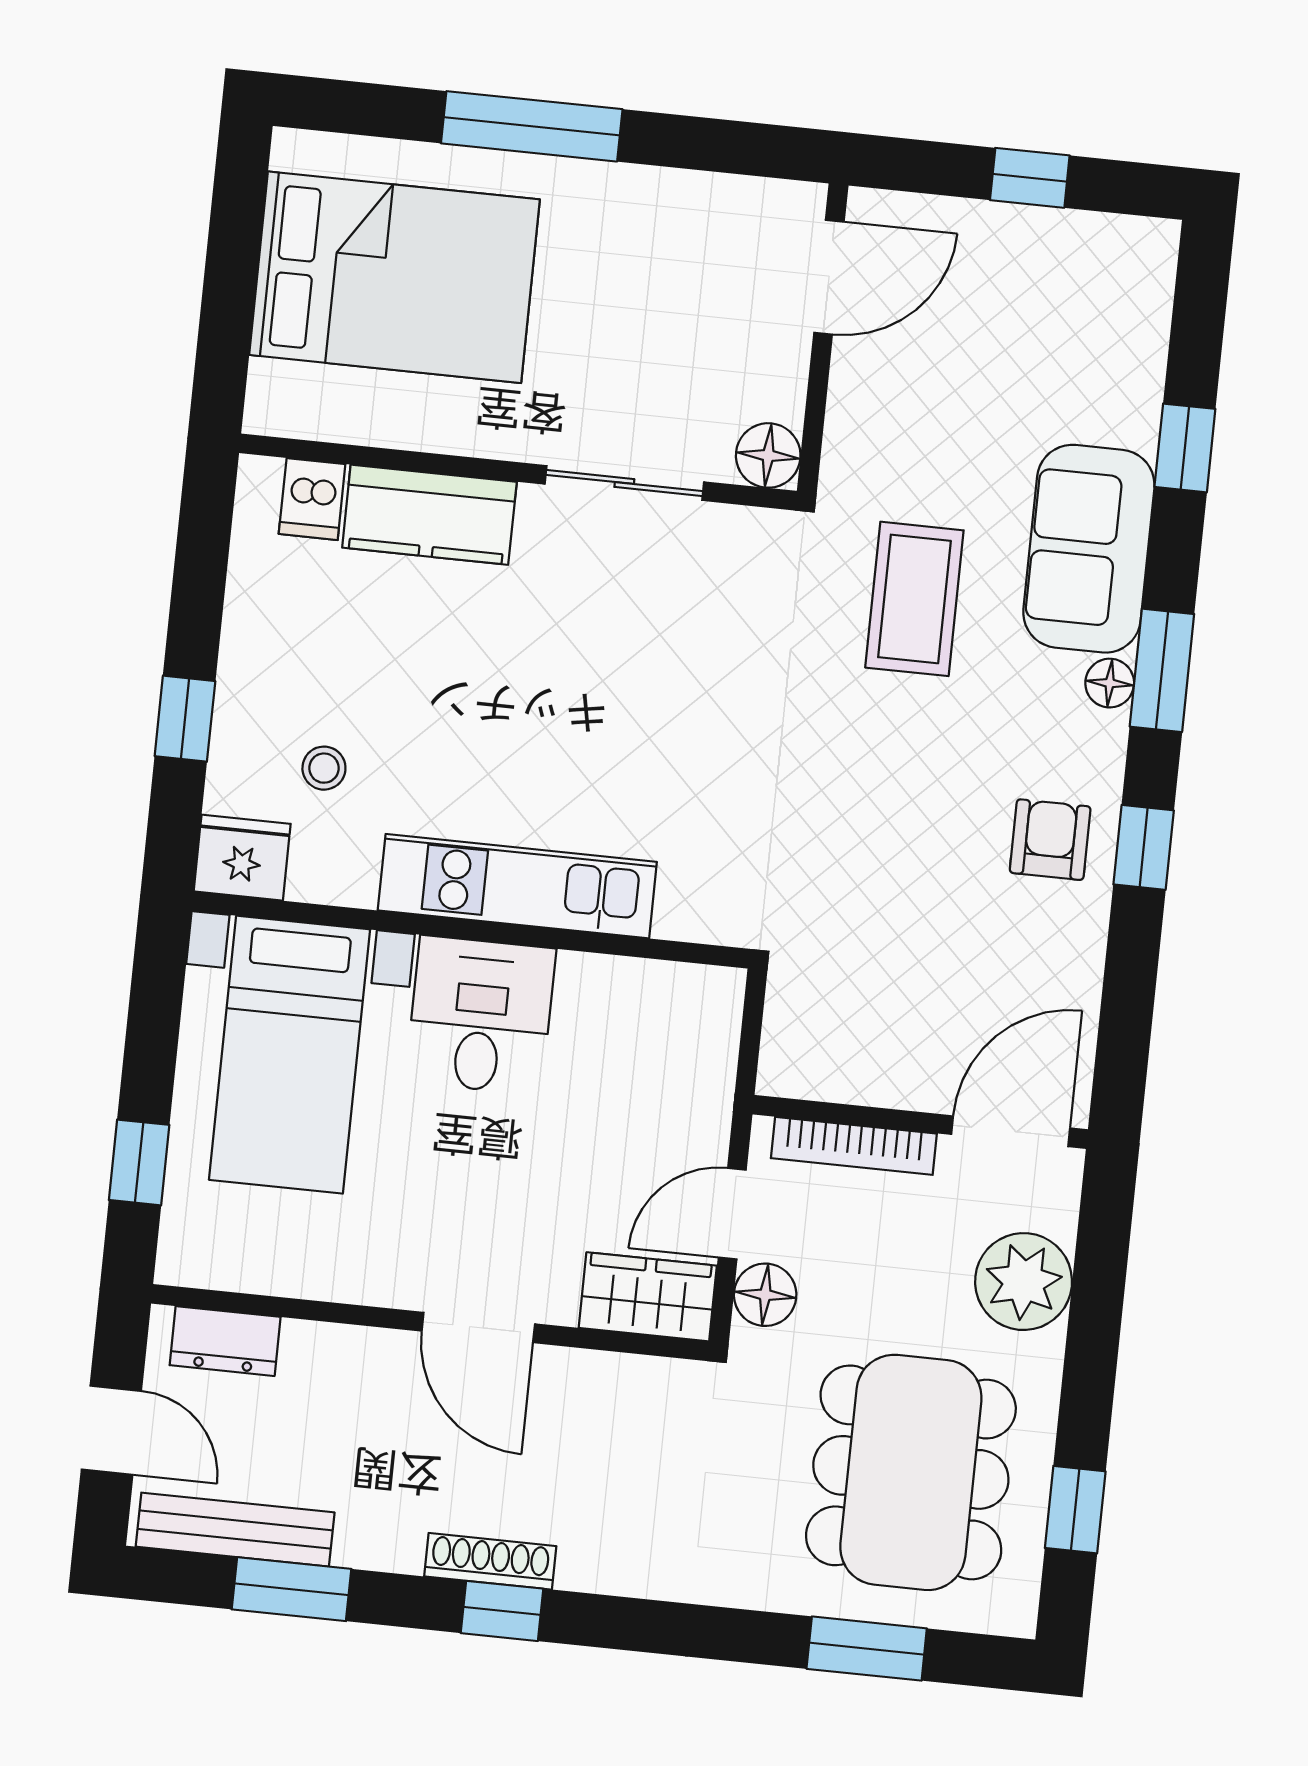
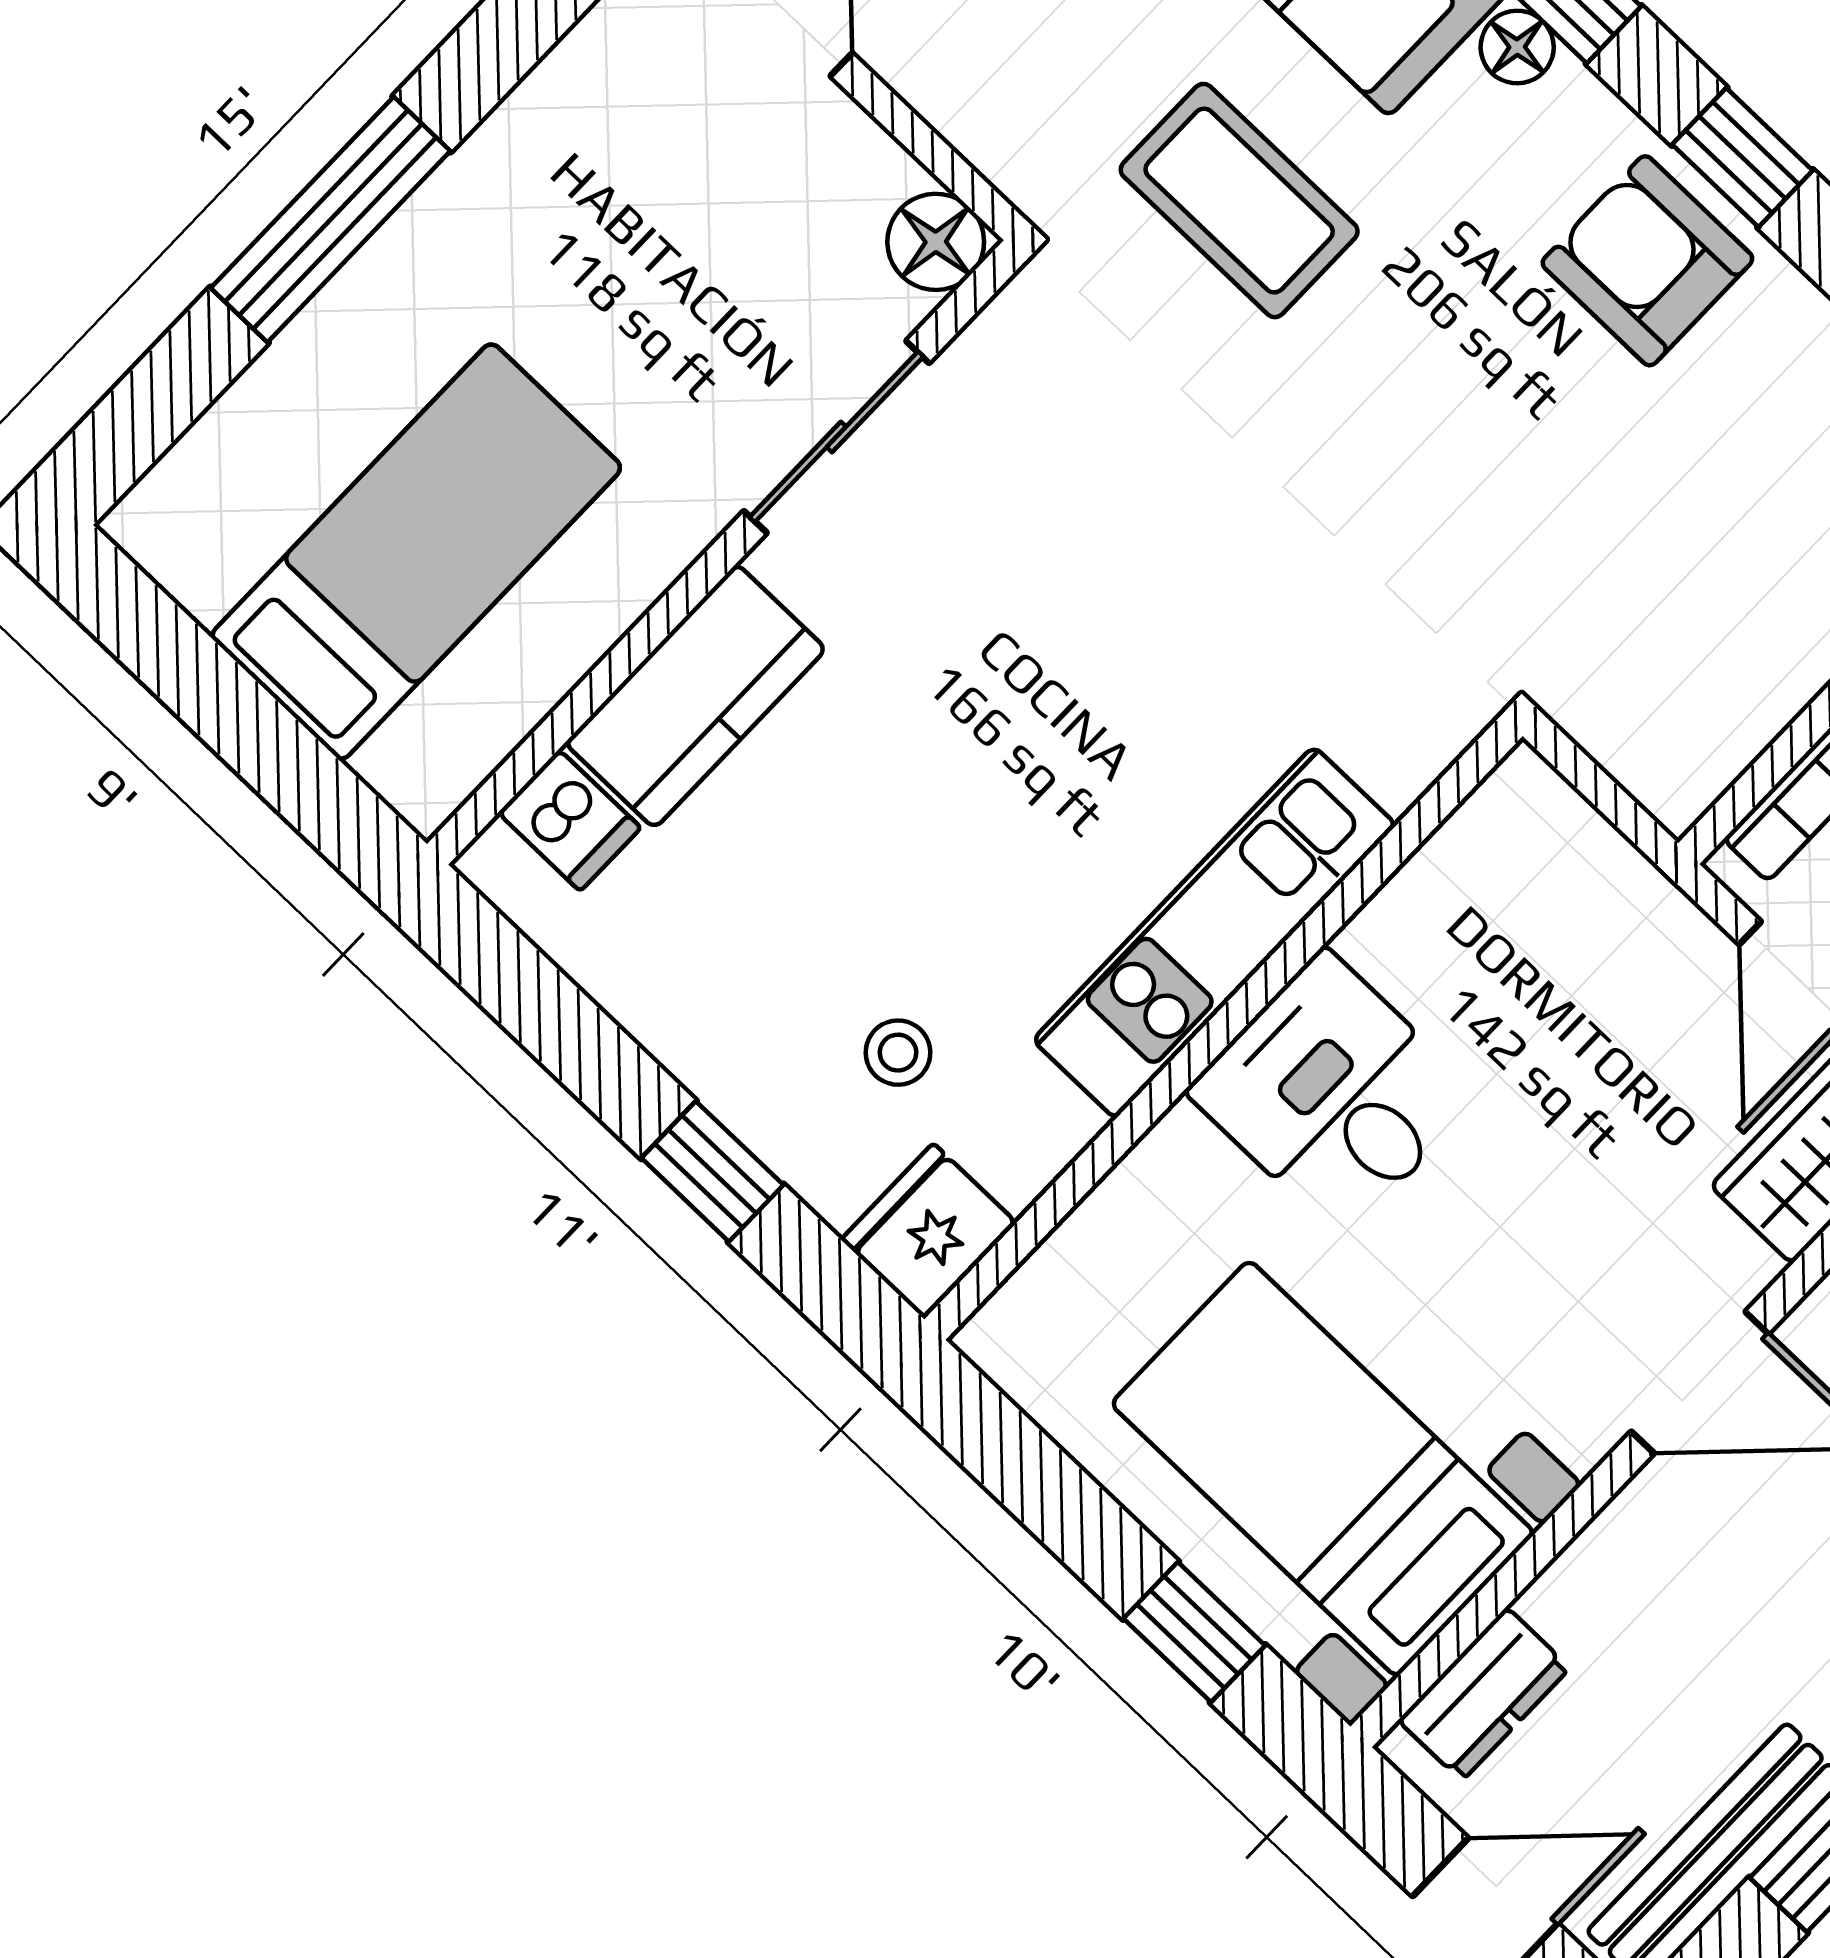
bed: (395, 277) -> (416, 552), width x0.67
armchair: (1050, 840) -> (1647, 261), width x1.38, depth x1.38
bed with nightstands: (290, 1055) -> (1323, 1469), moved, turned 180

